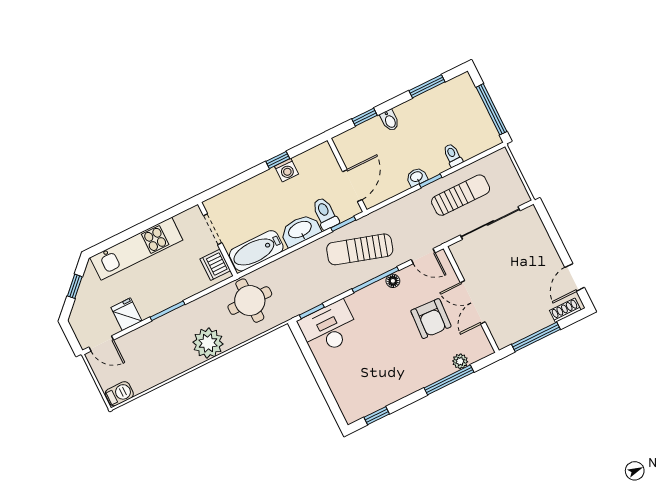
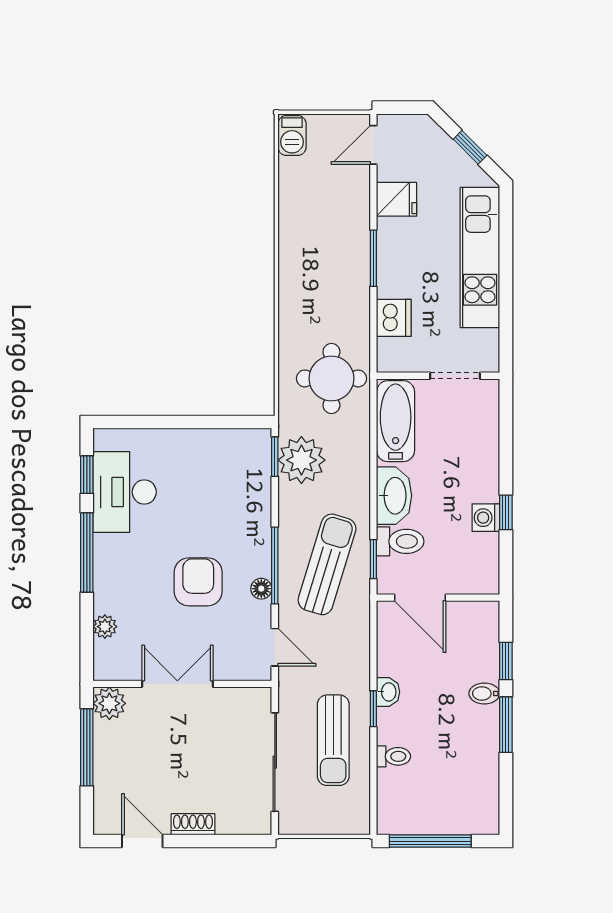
window: (427, 86) -> (506, 725), moved
door: (423, 256) -> (275, 647), swing flipped
dishwasher: (215, 265) -> (394, 318), moved, turned 90
shoe rack: (565, 310) -> (193, 824), moved, turned -90
armchair: (431, 319) -> (198, 582), moved, turned 87
desk: (329, 328) -> (125, 492), moved, turned 180
plant: (504, 336) -> (109, 703), added
plant: (208, 343) -> (301, 460), moved
window: (449, 380) -> (87, 552), moved

